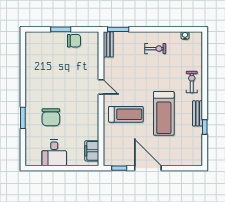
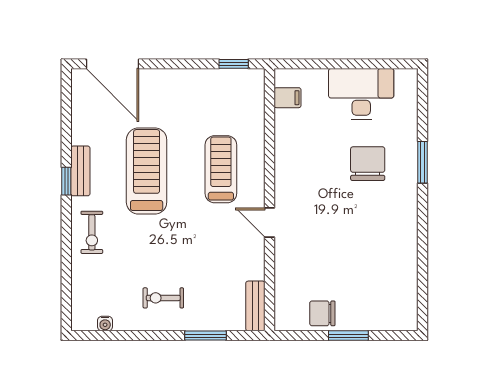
window: (118, 29) -> (205, 336), moved
treadmill: (126, 114) -> (221, 169), turned 90
window: (205, 127) -> (66, 181), moved
filing cabinet: (92, 151) -> (288, 98), width x0.50
desk: (54, 153) -> (361, 94), width x1.37
door: (148, 168) -> (113, 64), moved

